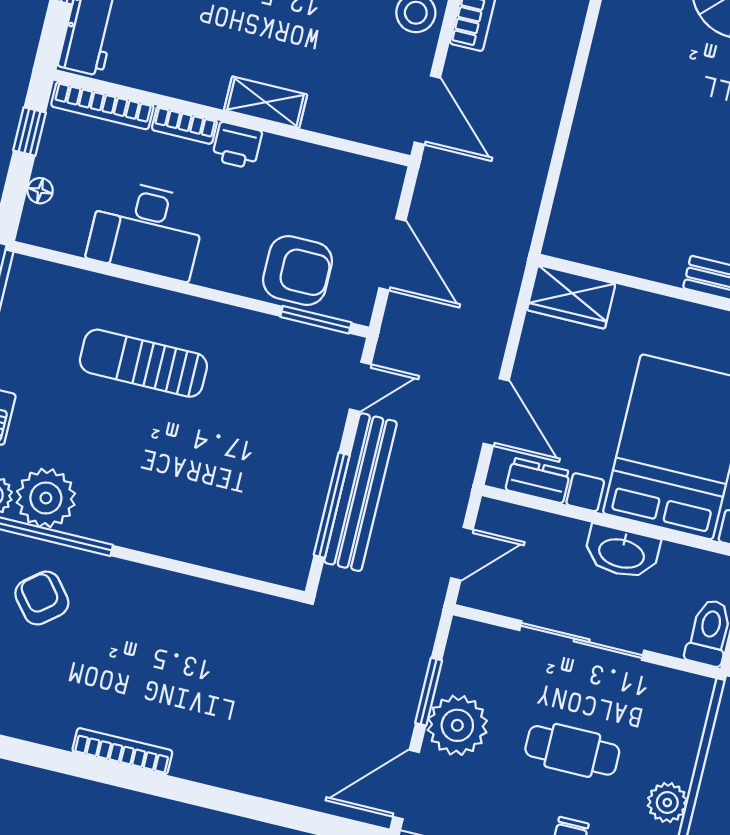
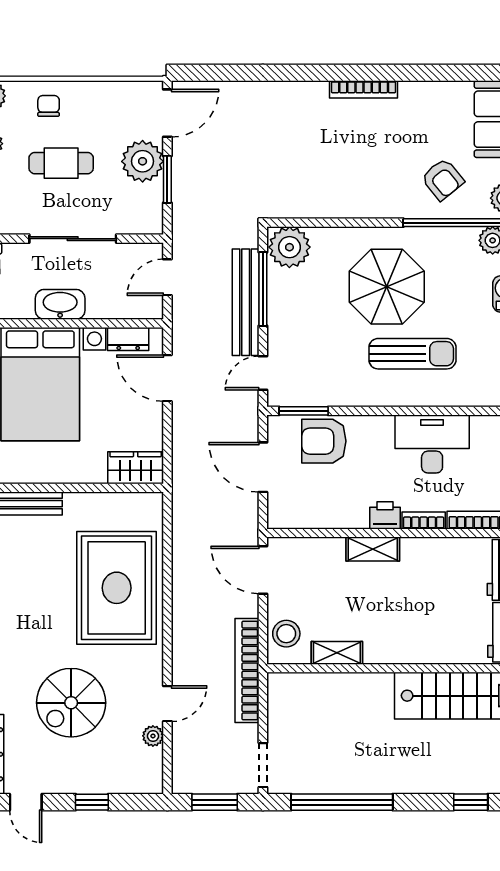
rug: (639, 135) -> (117, 588), added
parasol: (157, 466) -> (387, 287), added
plant: (46, 498) -> (289, 247), moved

